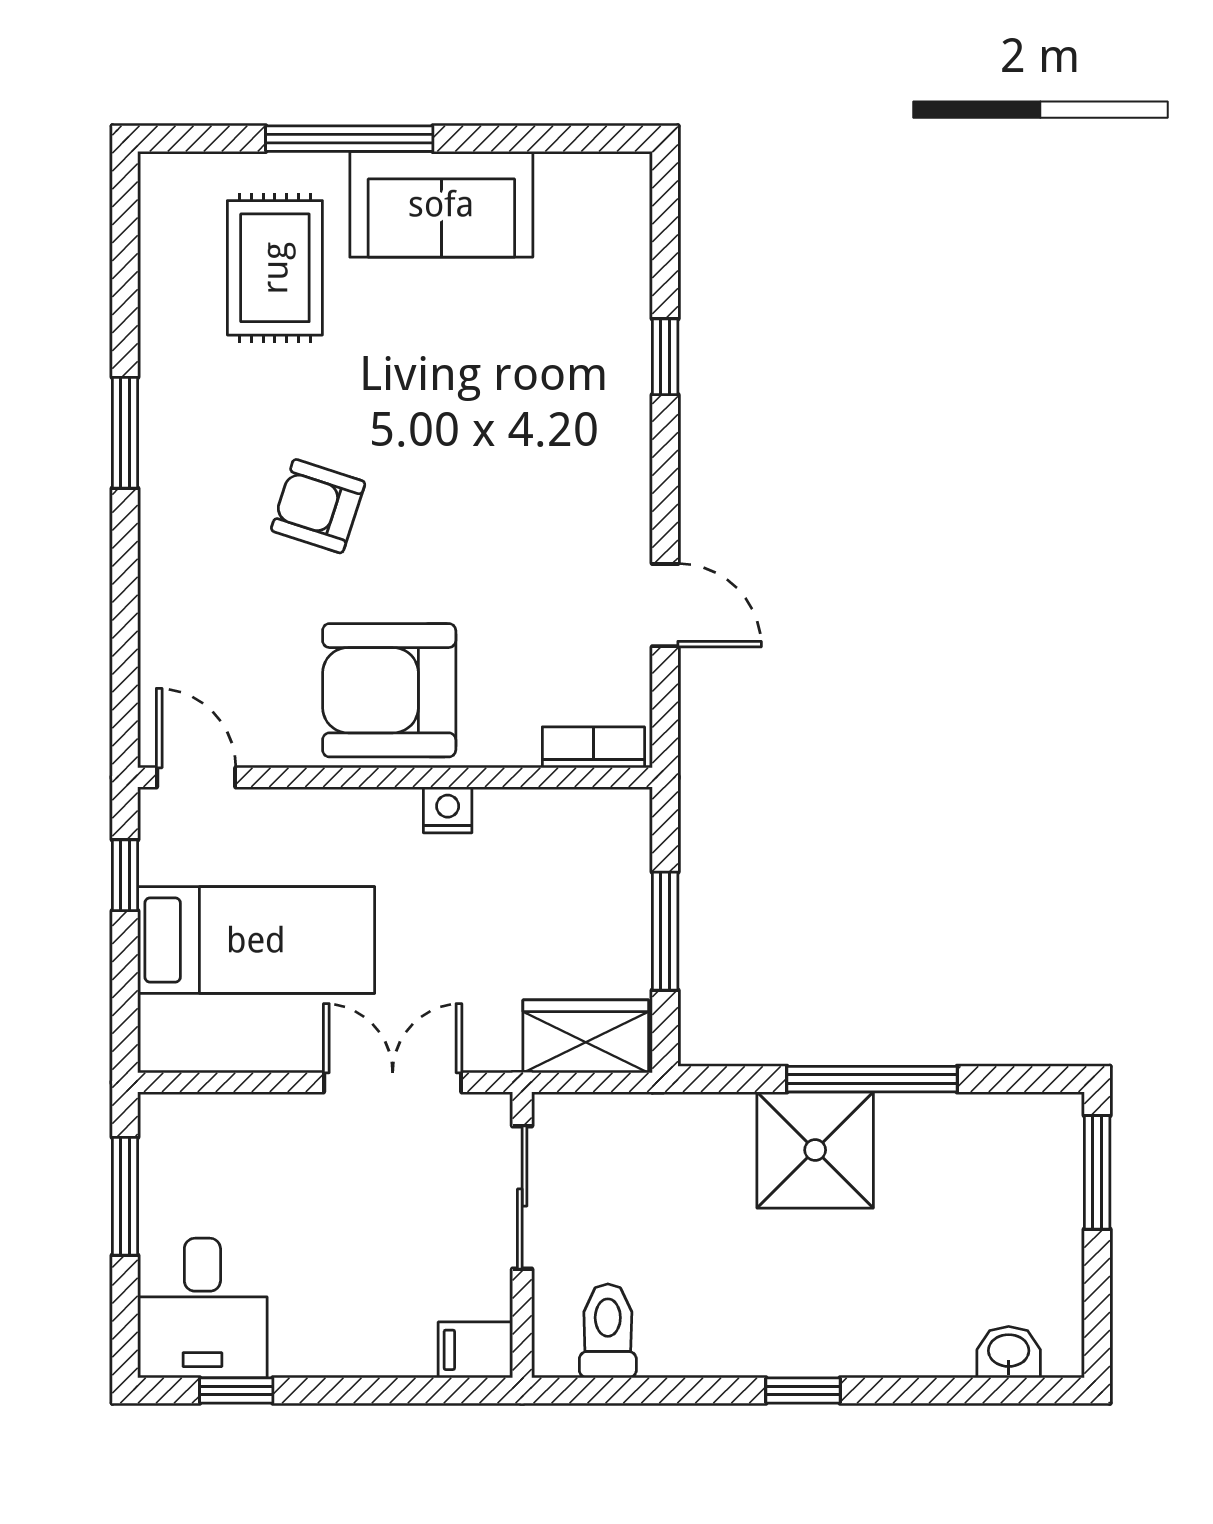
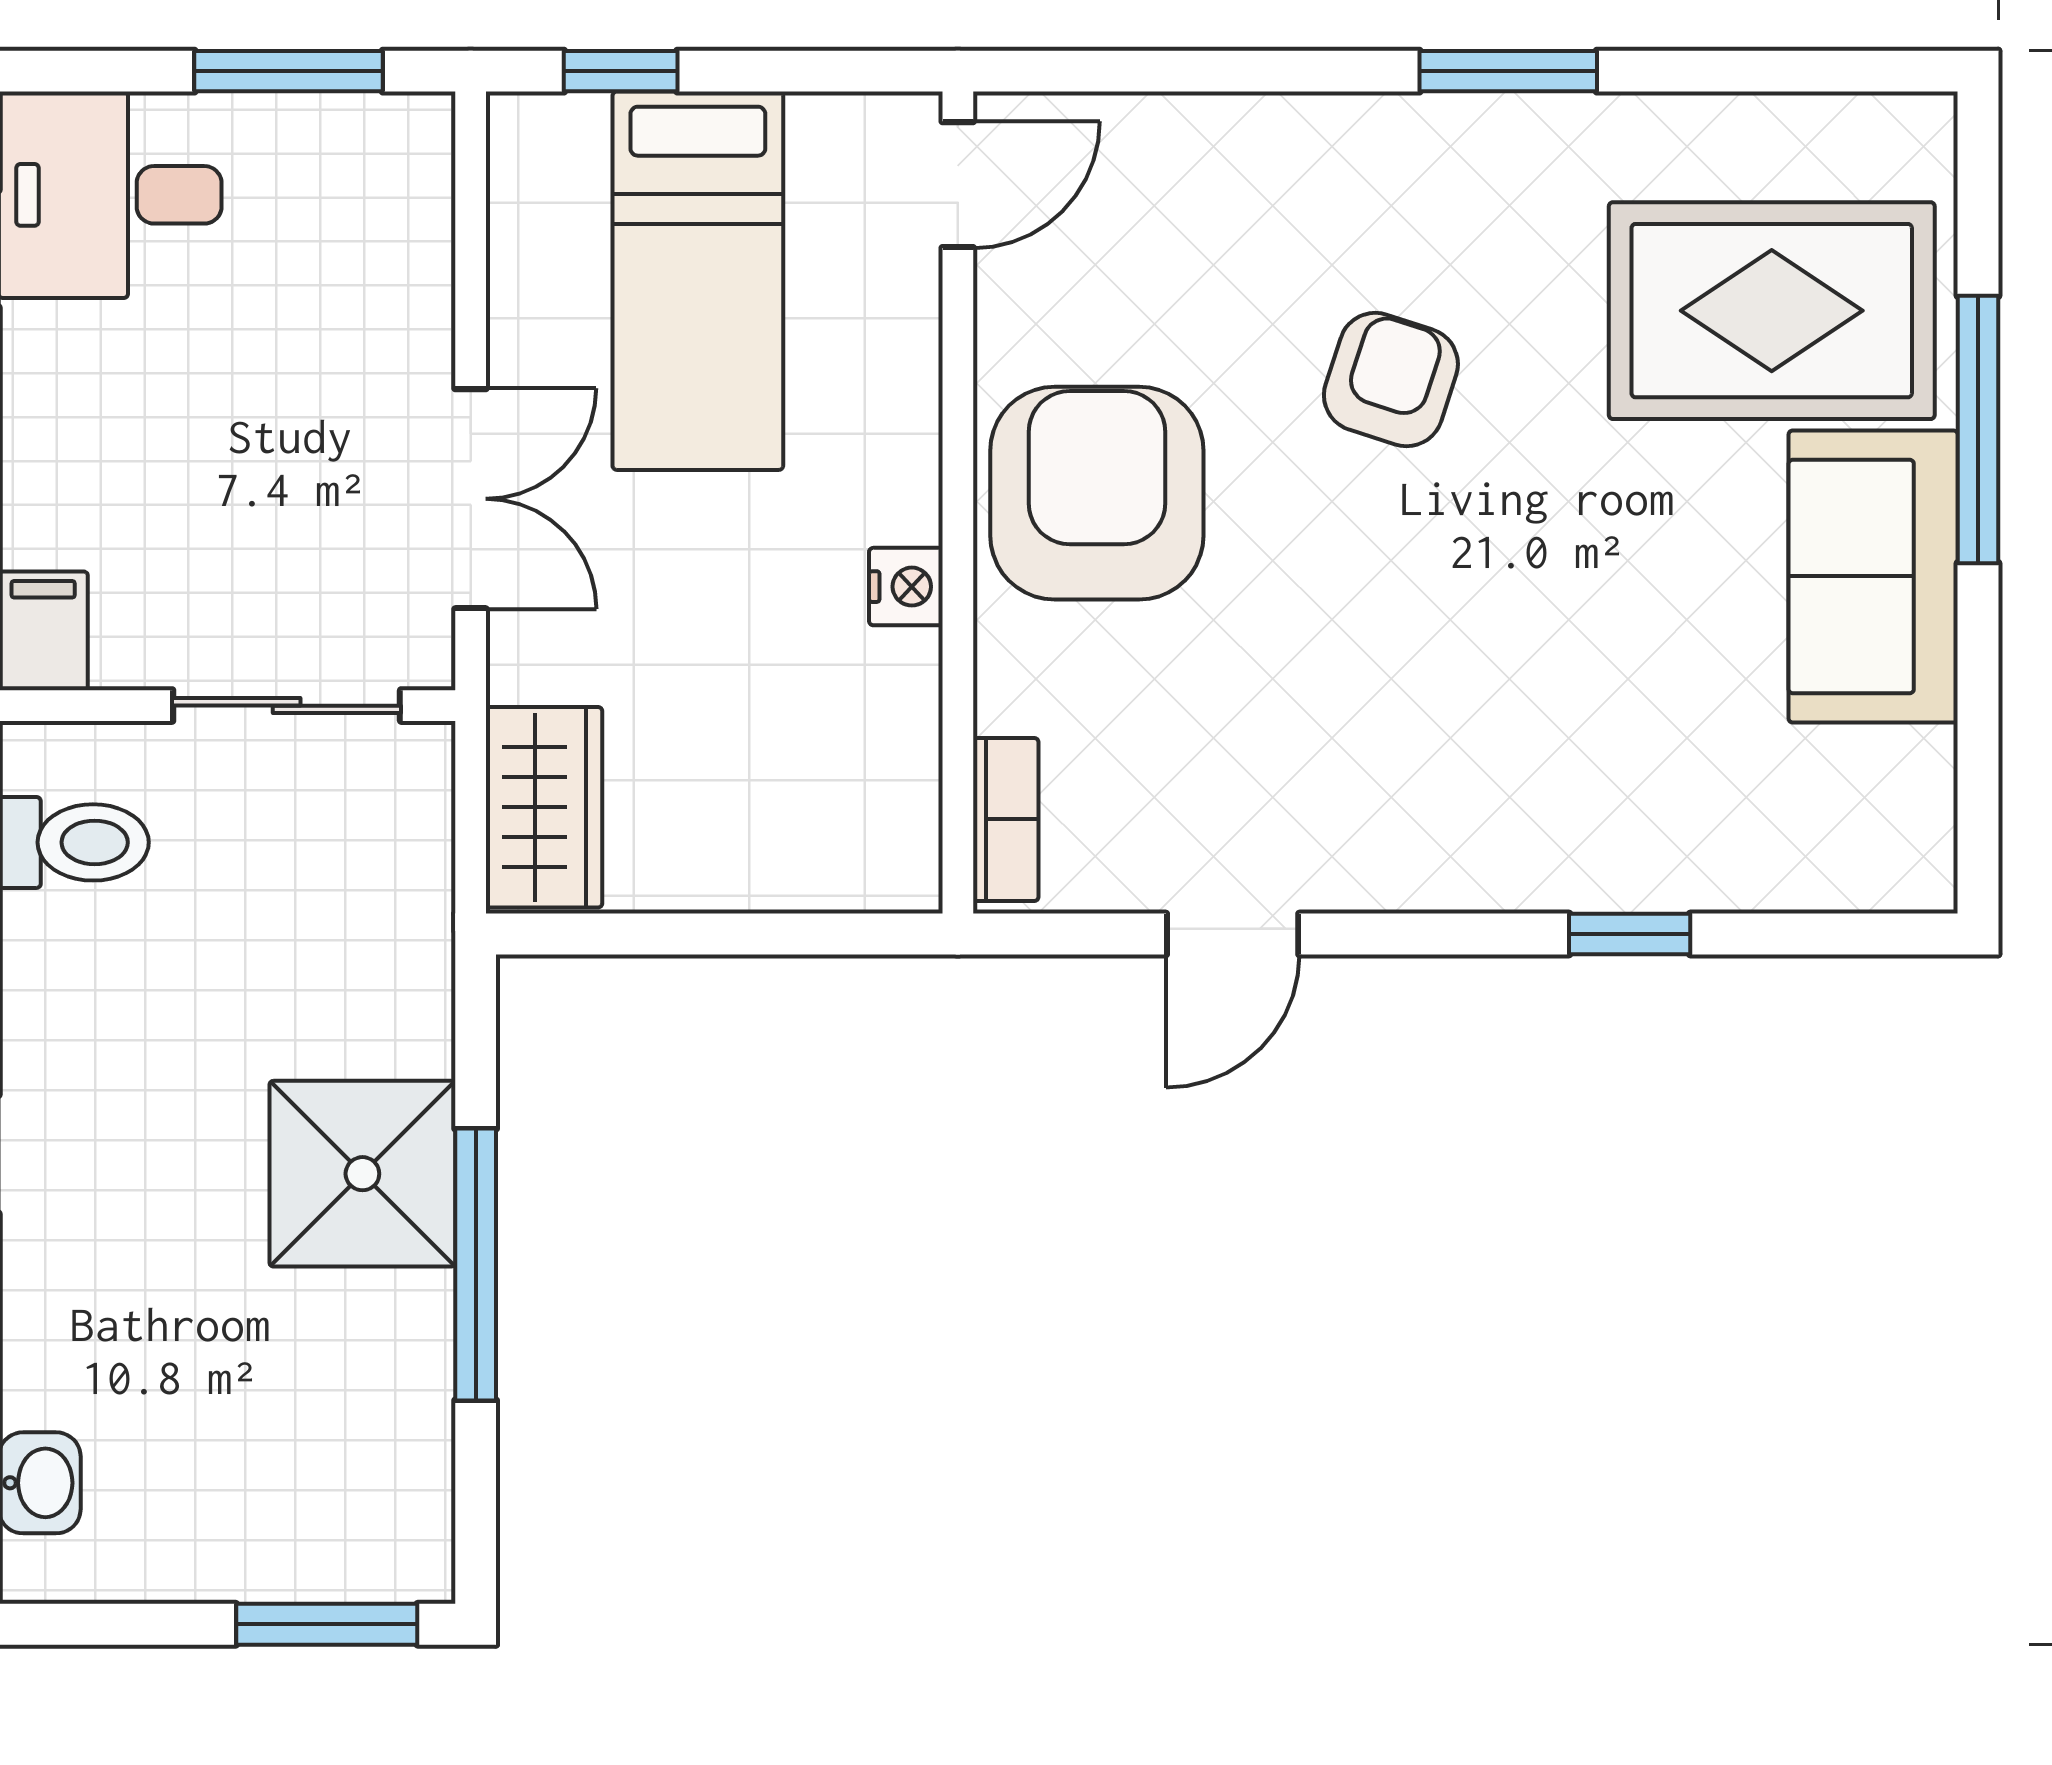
rug: (275, 268) -> (1772, 311), width x1.36, depth x1.43
window: (125, 875) -> (621, 71), moved
window: (665, 931) -> (712, 934), removed

